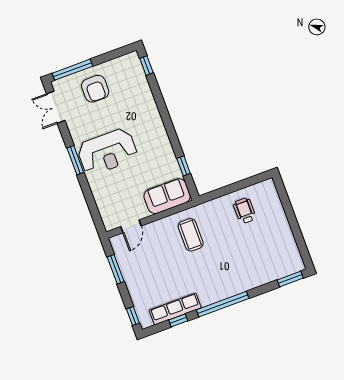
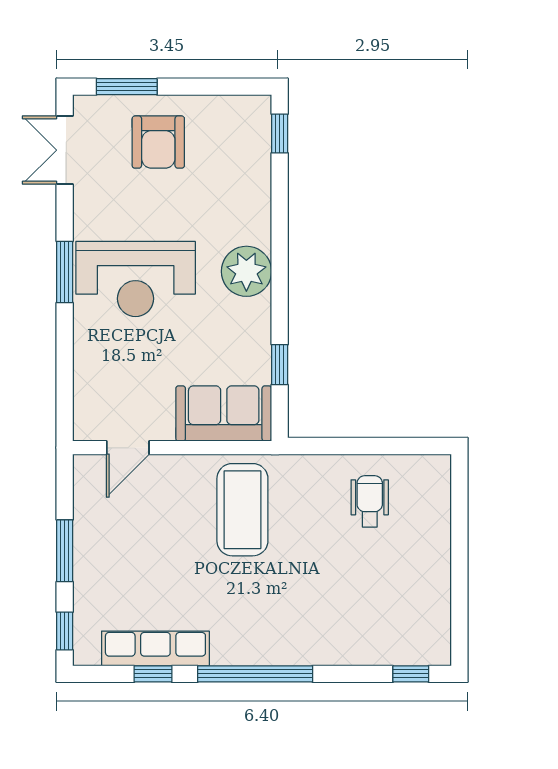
window: (72, 70) -> (127, 87), width x0.69
plant: (154, 131) -> (246, 271), added
coffee table: (191, 235) -> (242, 510), width x1.36, depth x1.32
window: (116, 269) -> (65, 551), moved
window: (290, 279) -> (411, 674), width x0.67

